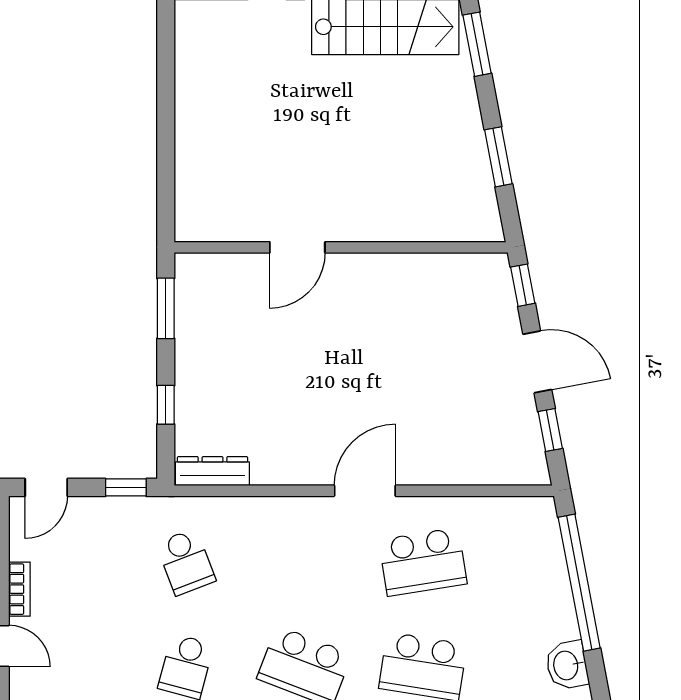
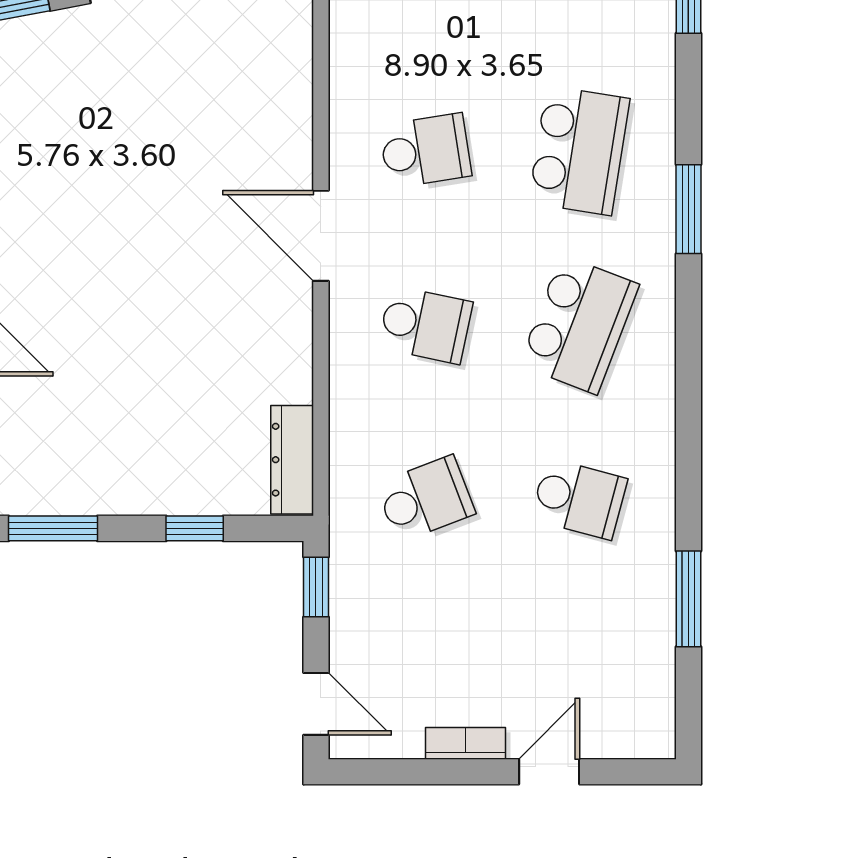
school desk: (304, 562) -> (425, 325), added
school desk: (423, 562) -> (425, 151), width x0.54

